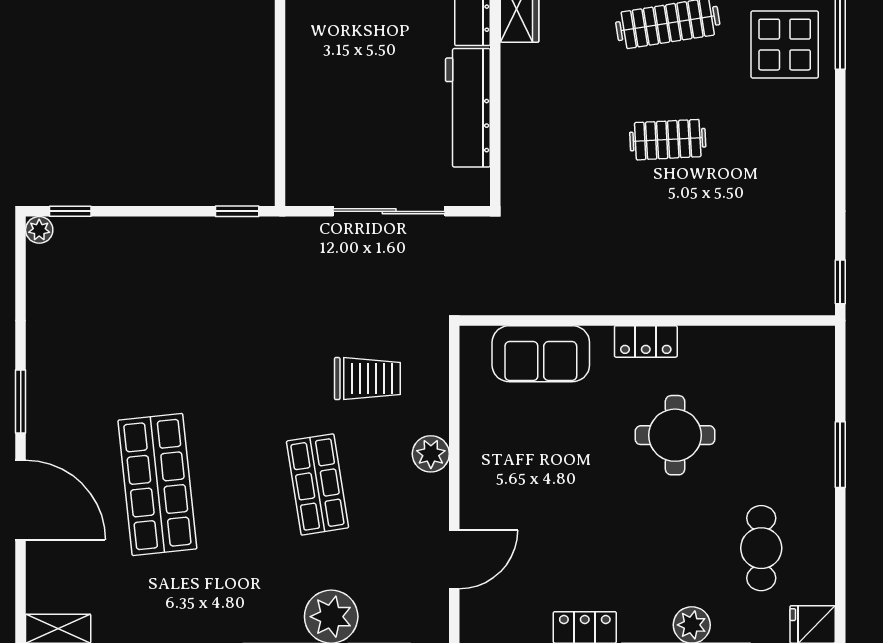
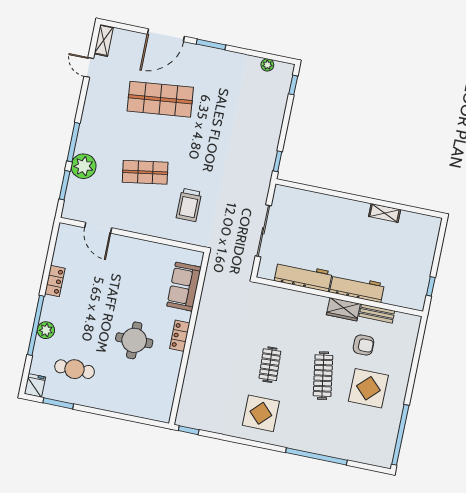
display table: (785, 45) -> (261, 413), moved
plant: (39, 230) -> (267, 65), moved
plant: (431, 454) -> (149, 227), removed
window: (840, 455) -> (58, 403), moved

